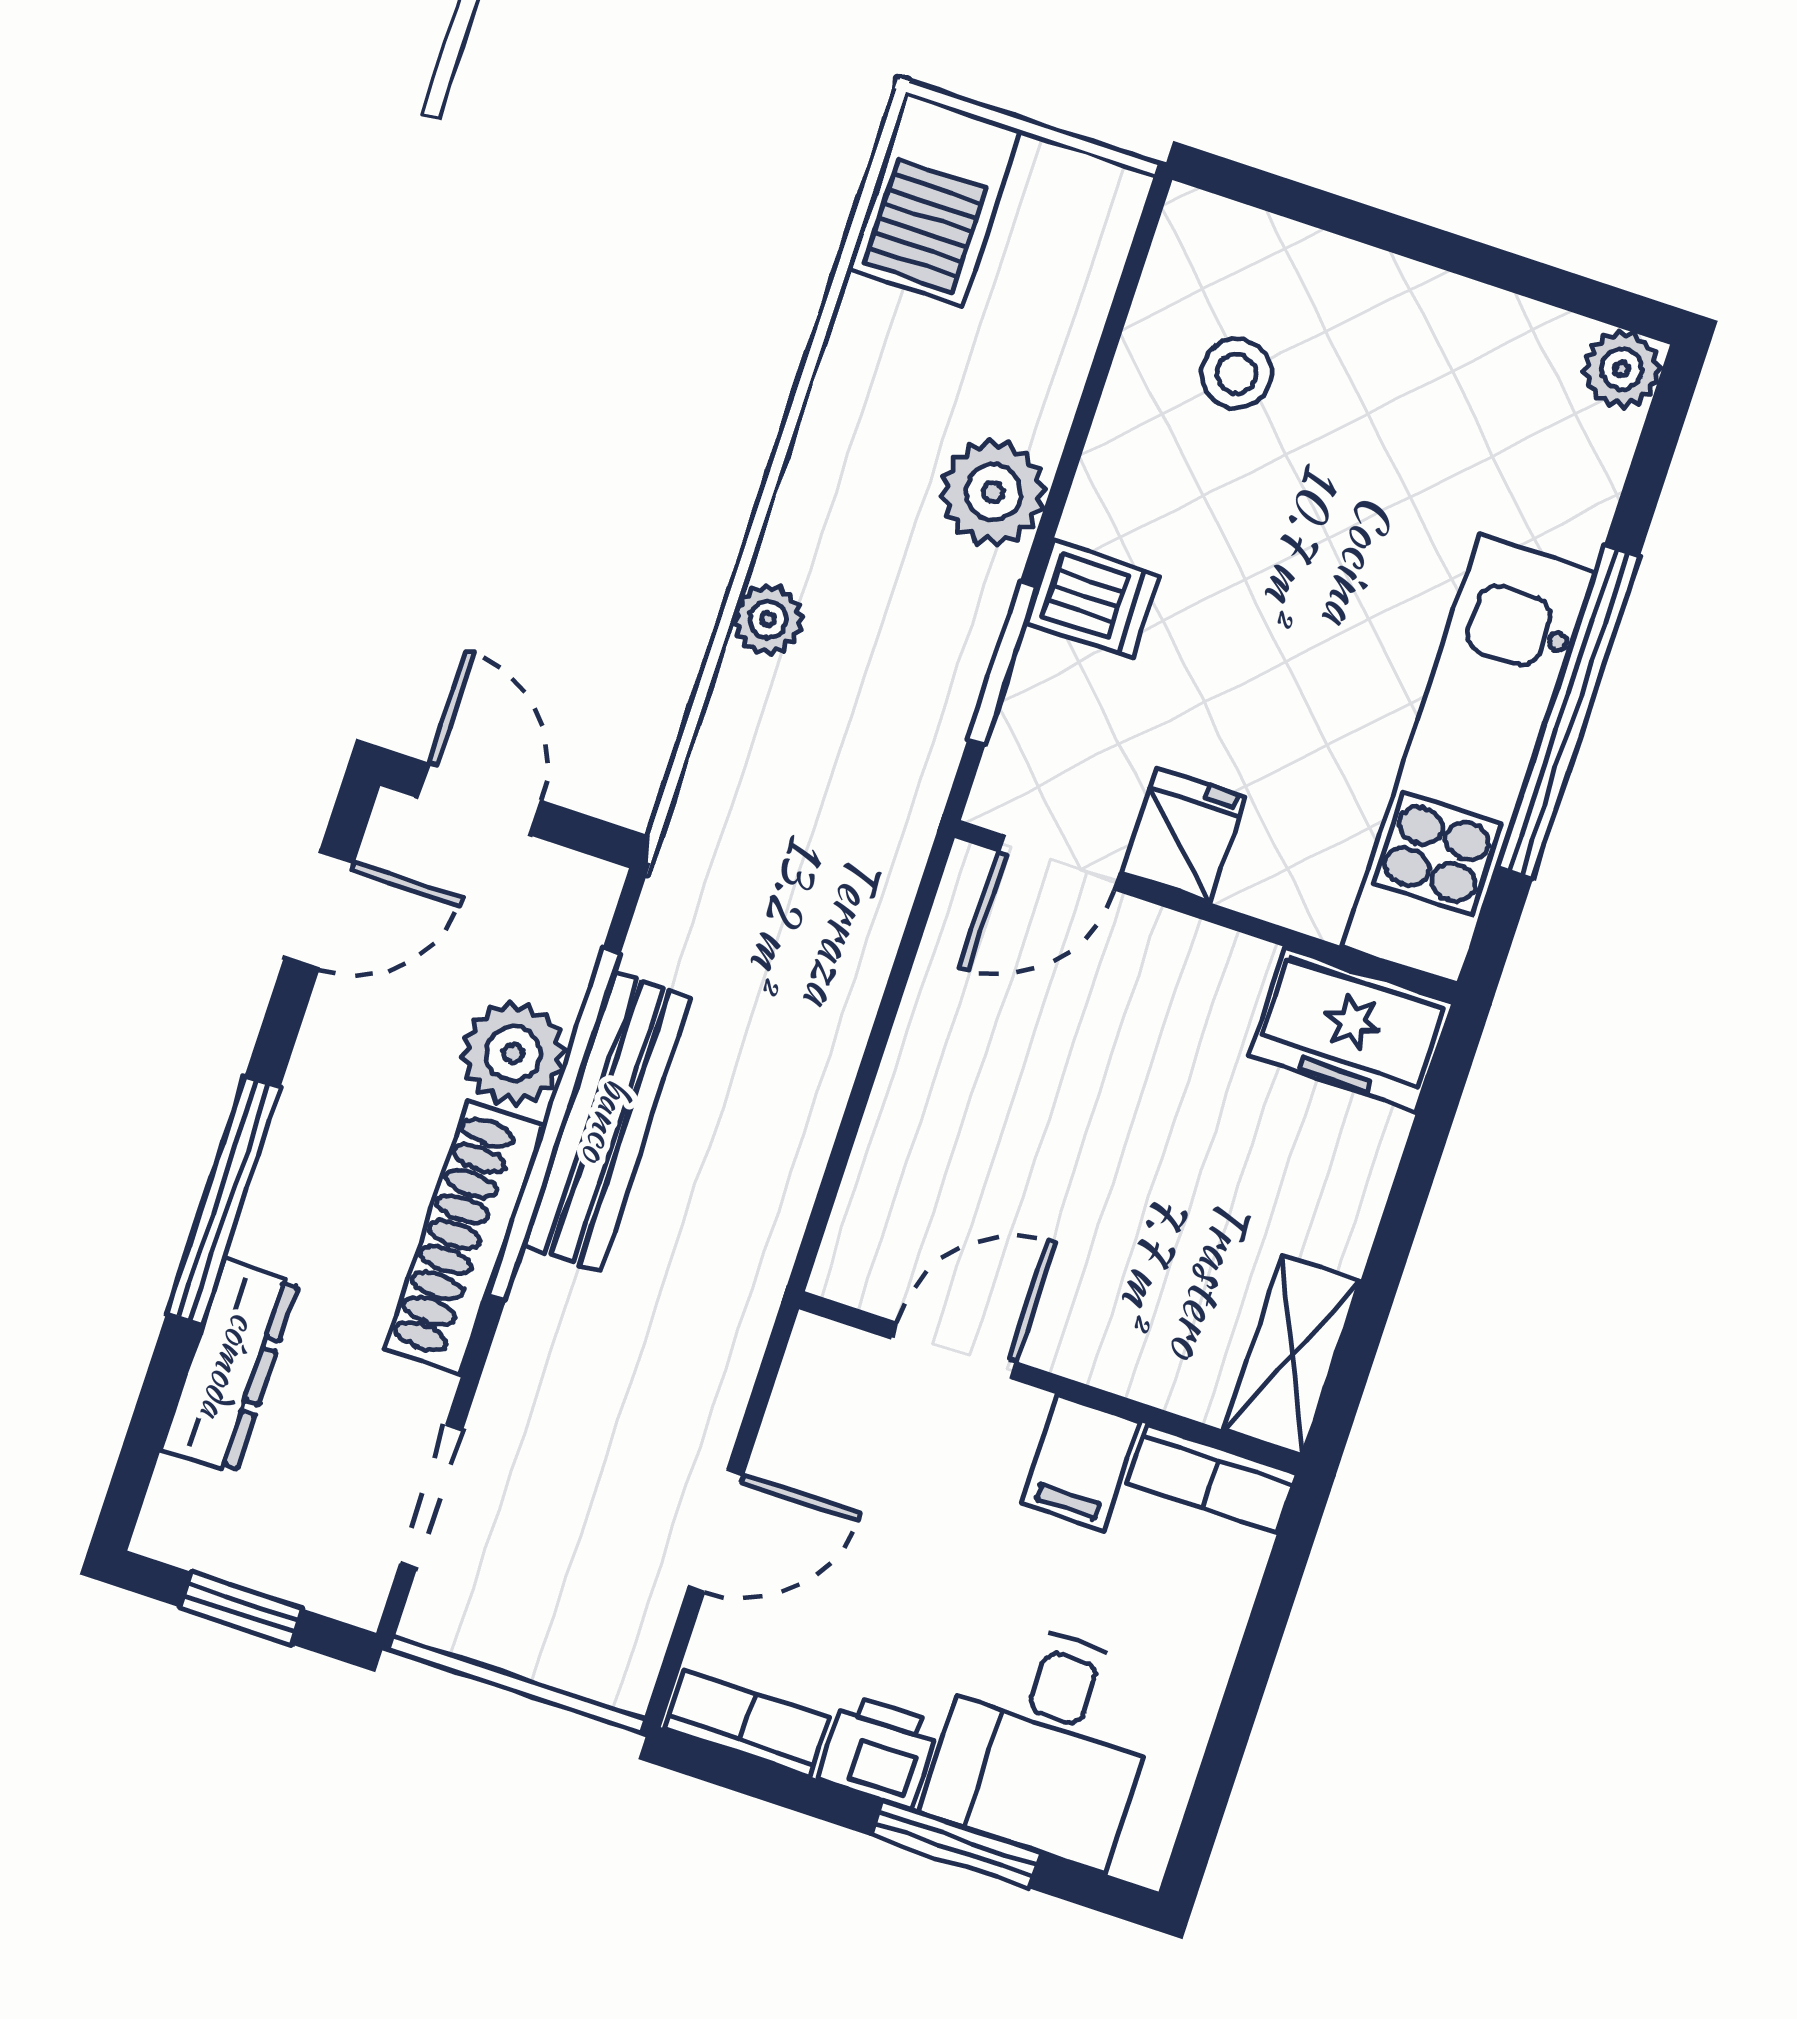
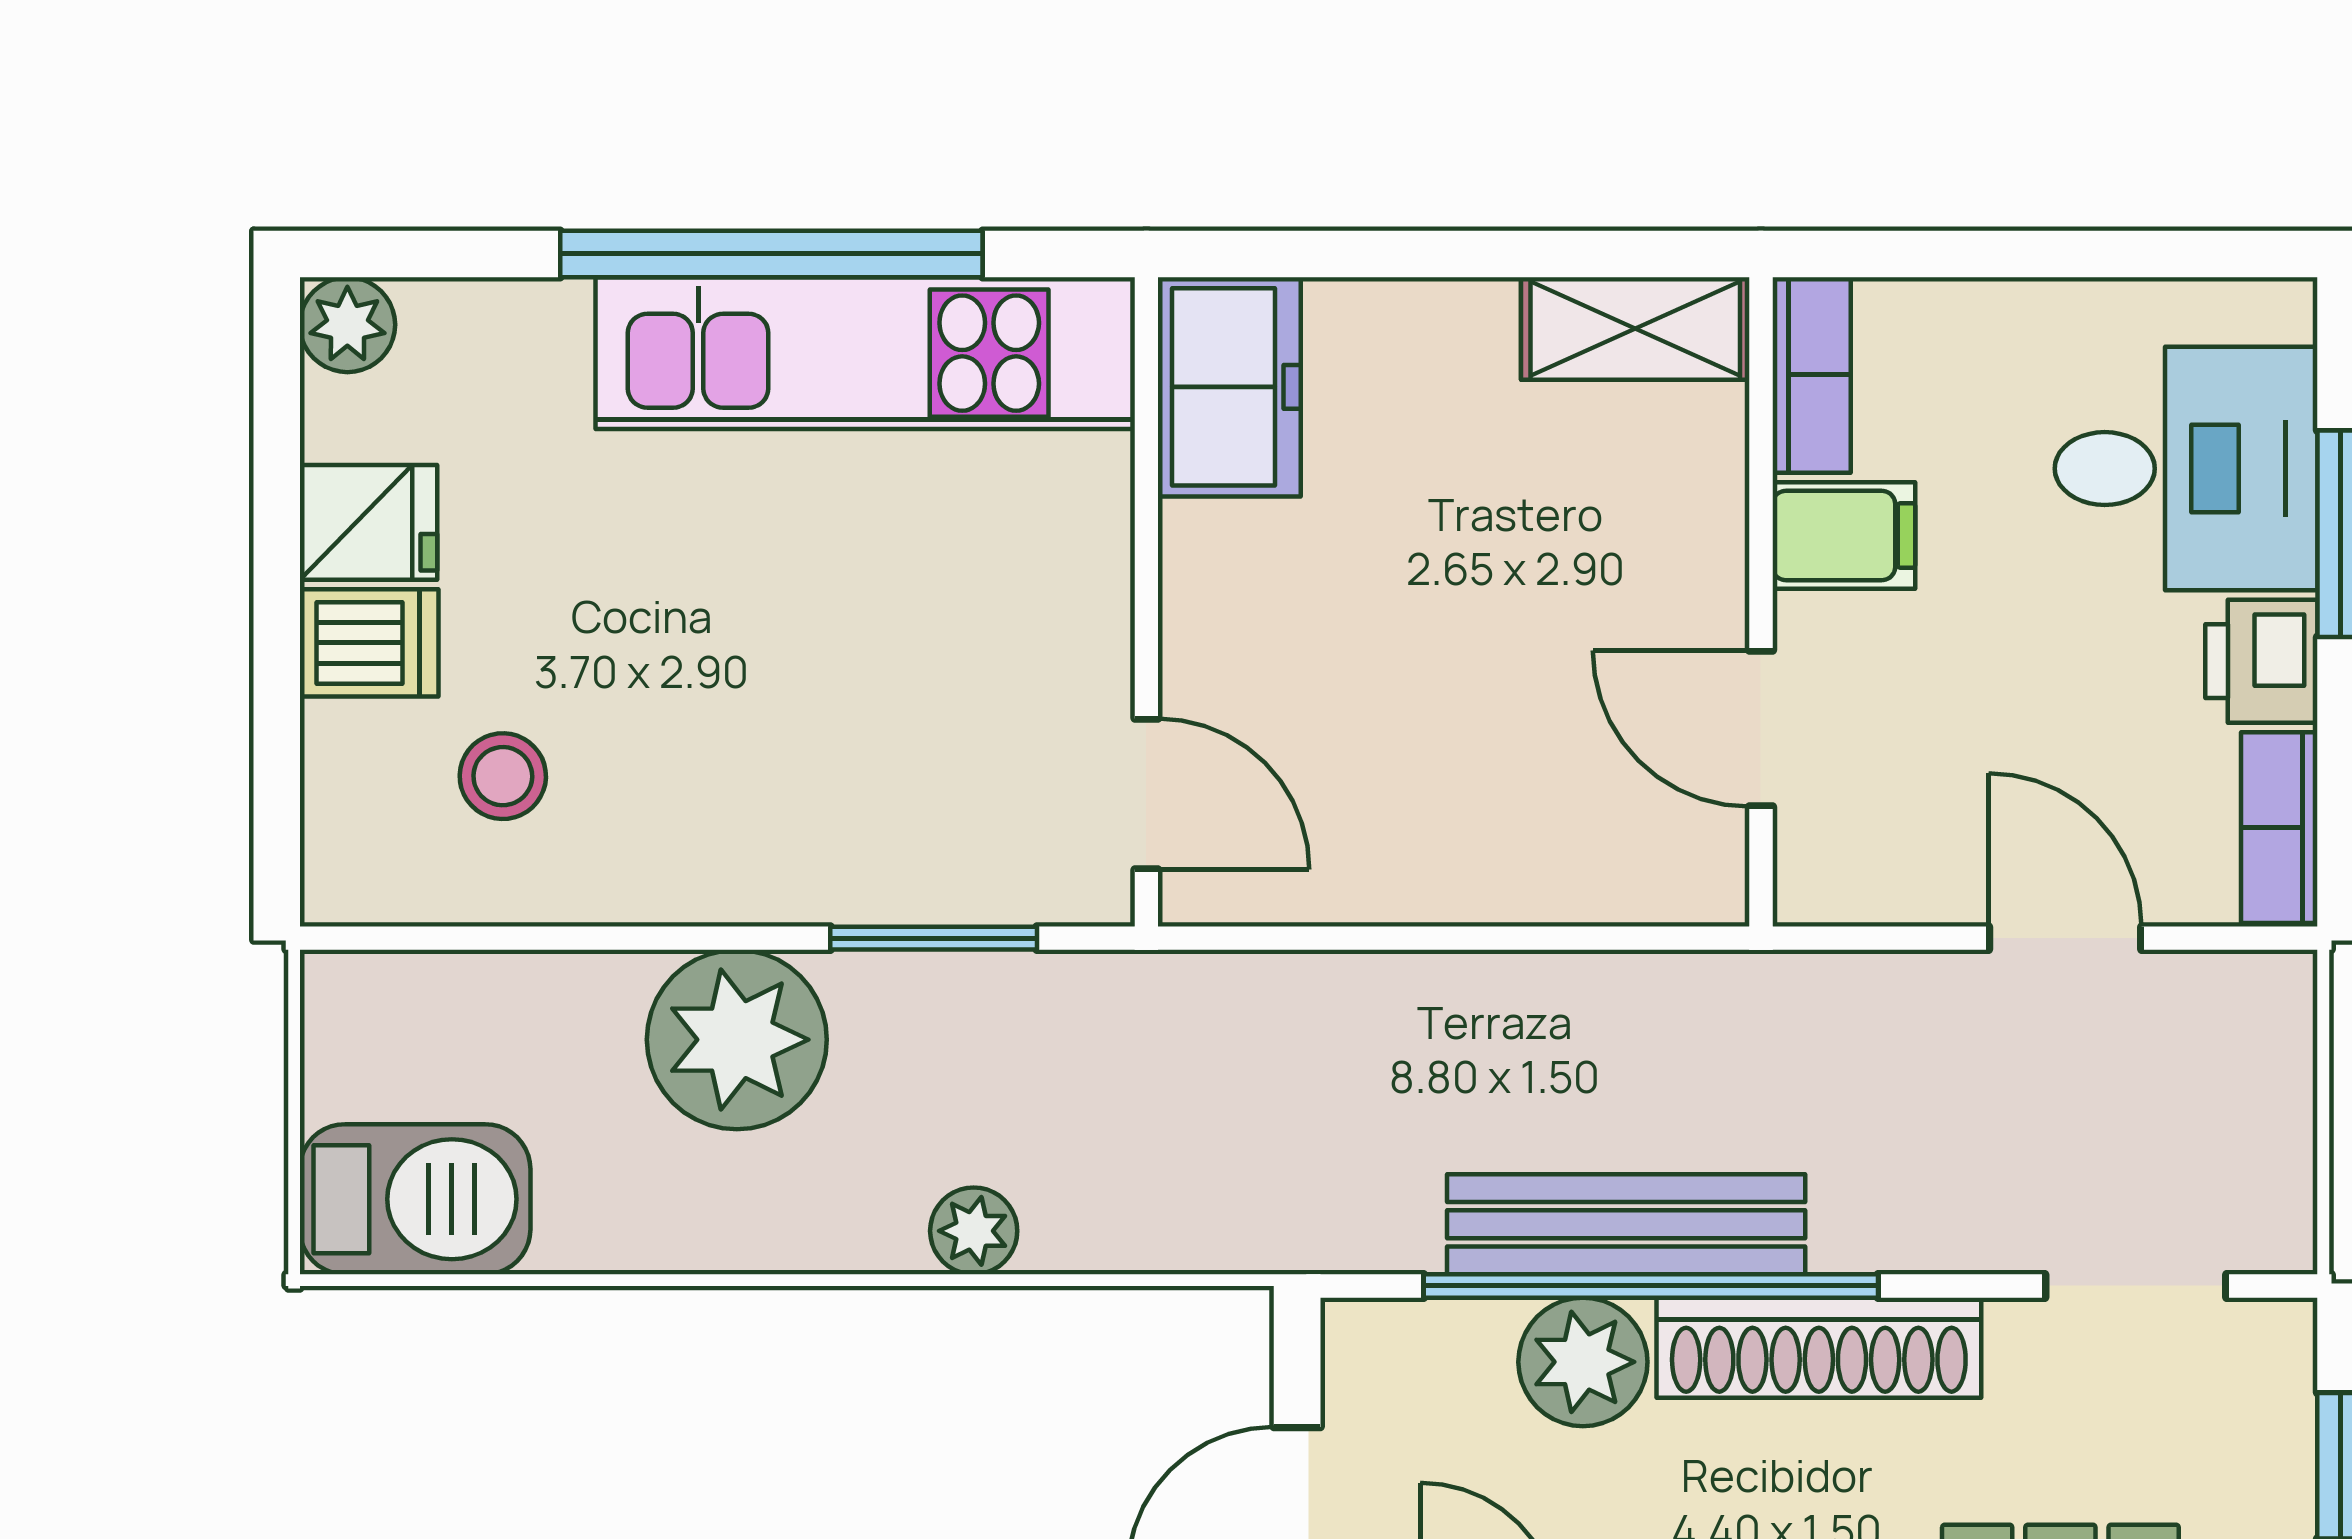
plant: (993, 492) -> (737, 1040), width x1.36, depth x1.36
dishwasher: (1093, 599) -> (369, 643), moved, turned 90
fridge: (1183, 835) -> (369, 522), moved, turned 180

